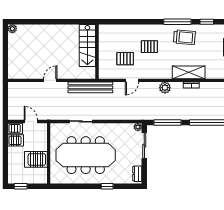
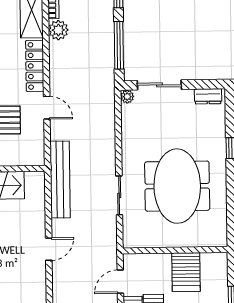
locker: (156, 74) -> (35, 66), added
door: (50, 80) -> (49, 249), swing flipped
plant: (165, 88) -> (58, 30), moved
meeting table: (86, 155) -> (177, 186), width x0.73

